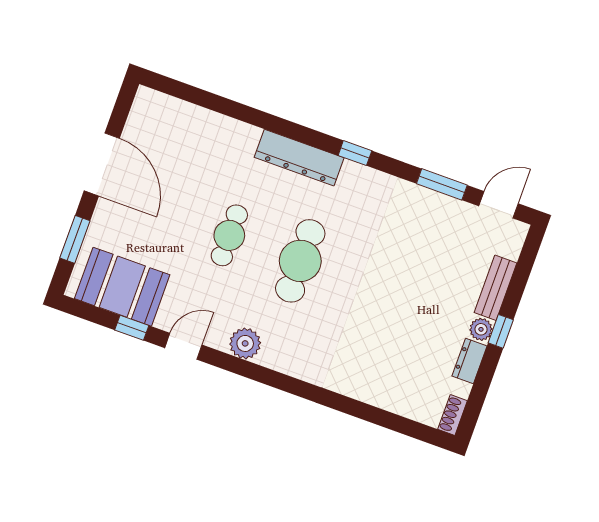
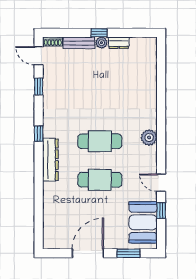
window: (442, 184) -> (39, 87), width x0.67
cafe table: (229, 235) -> (100, 180), width x1.37, depth x1.35
plant: (245, 343) -> (149, 138), moved
shoe rack: (453, 415) -> (53, 42), moved

